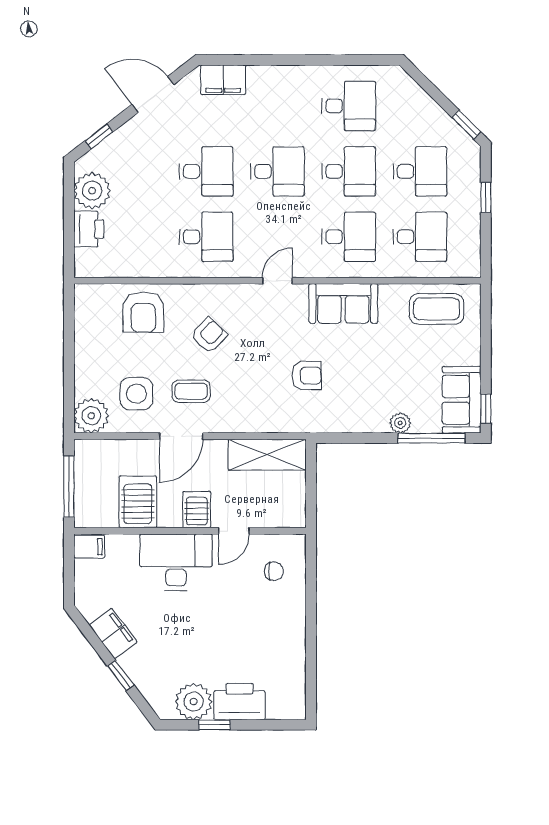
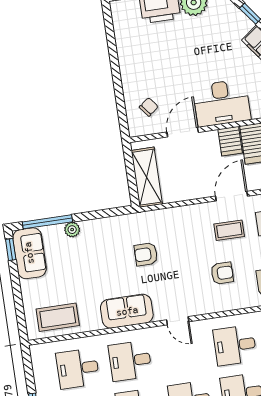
door: (277, 281) -> (178, 321), hinge flipped
armchair: (209, 335) -> (222, 273), turned -133
shelving: (267, 455) -> (147, 177), moved, turned 90
server rack: (197, 510) -> (230, 141), moved
door: (234, 531) -> (183, 132), width x1.38
chair: (274, 571) -> (149, 107), turned 142

